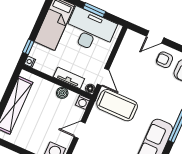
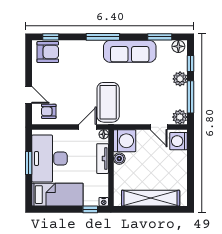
armchair: (164, 60) -> (49, 111), moved, turned 90
washing machine: (83, 102) -> (125, 141), width x1.89, depth x1.89
door: (80, 130) -> (159, 127), moved

